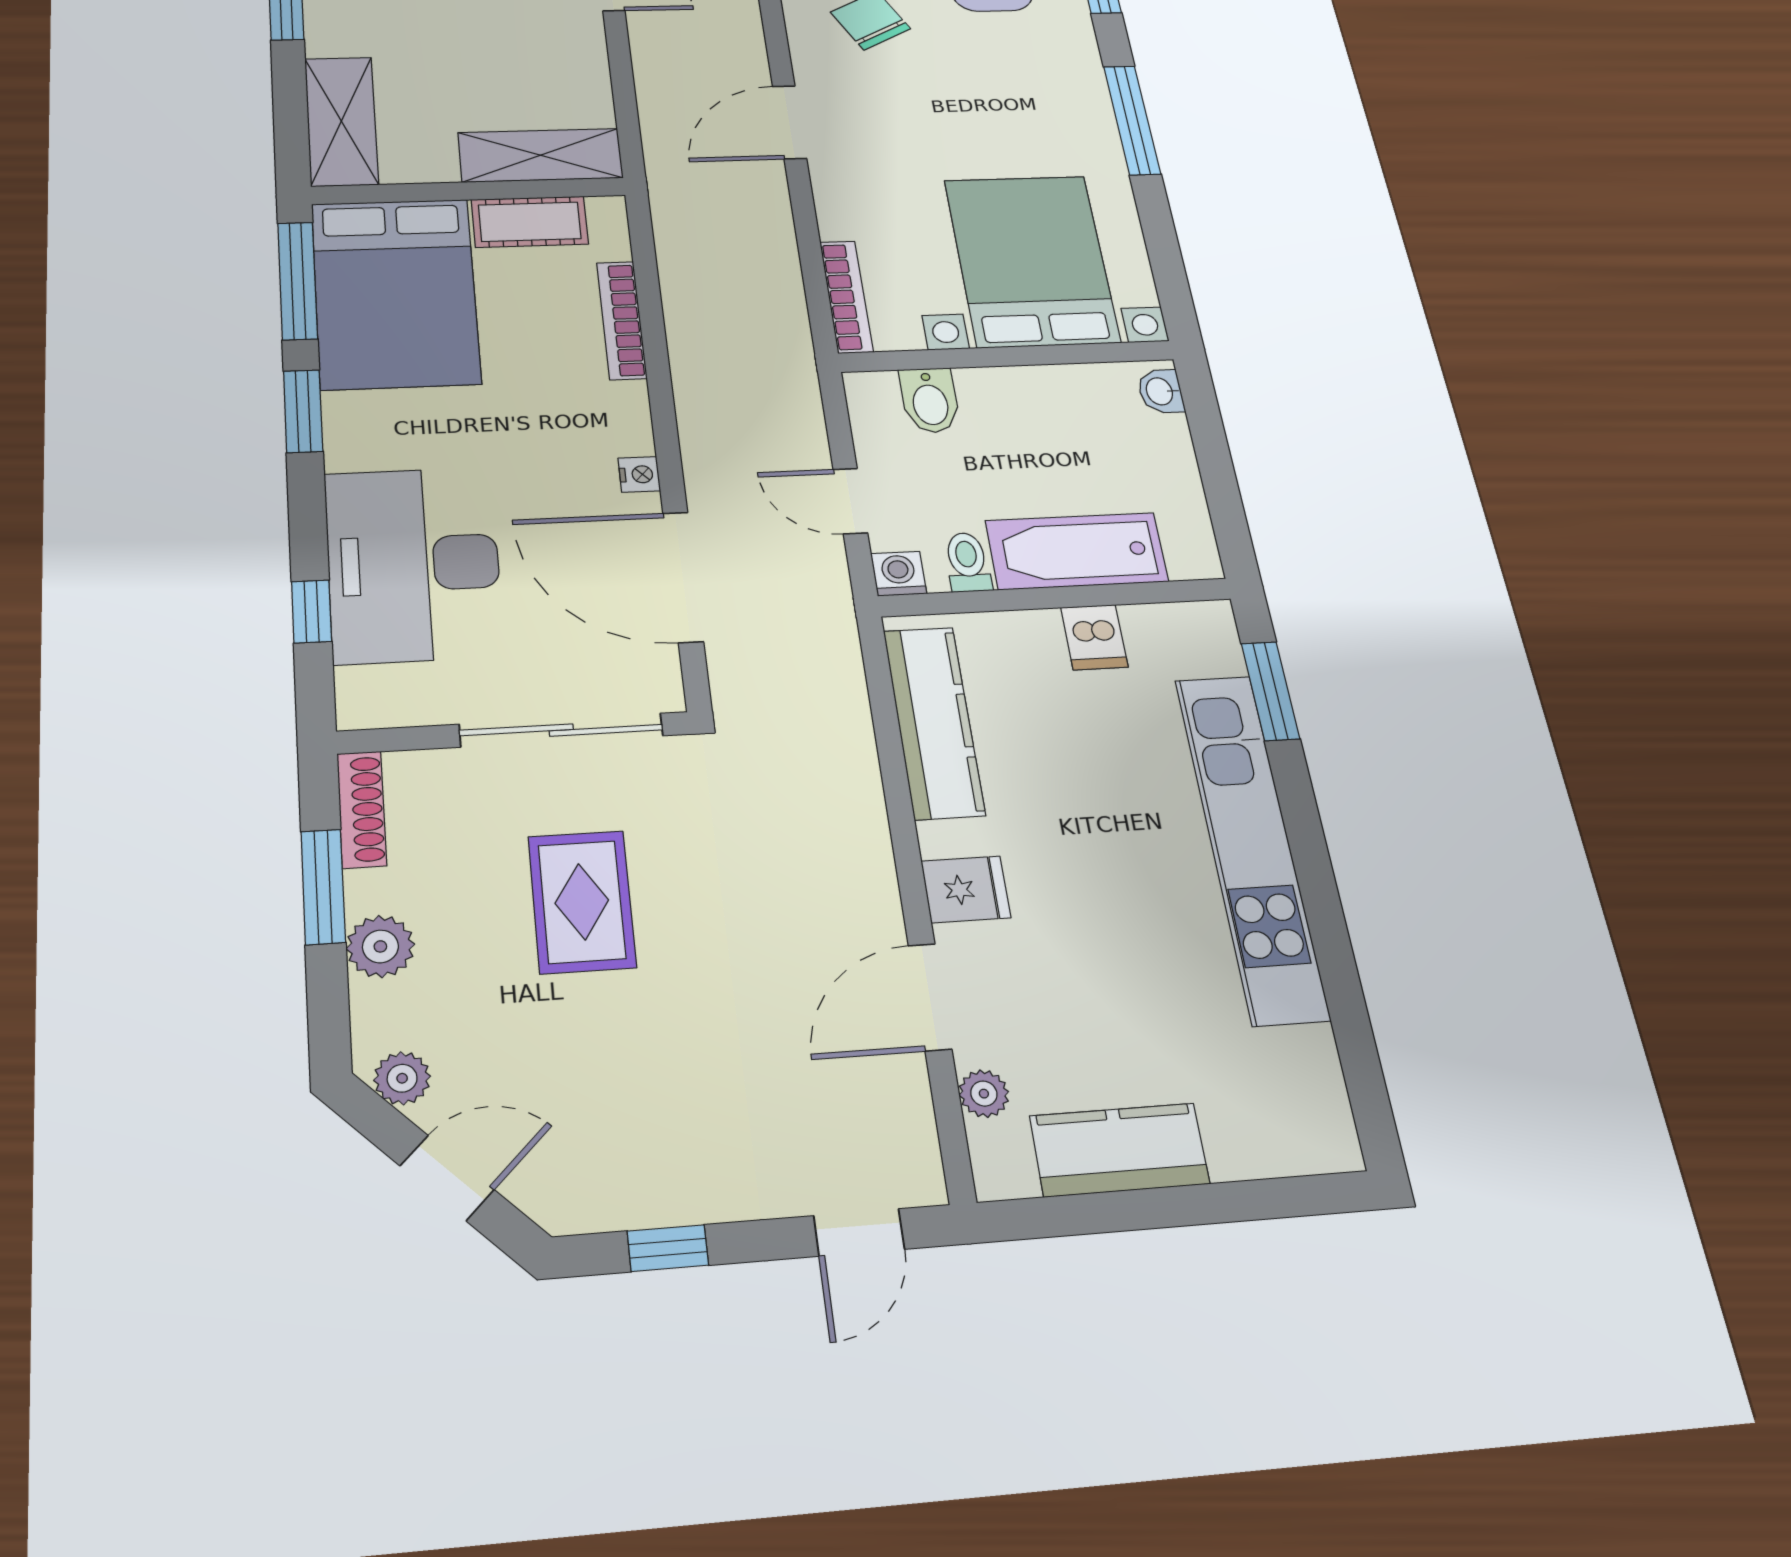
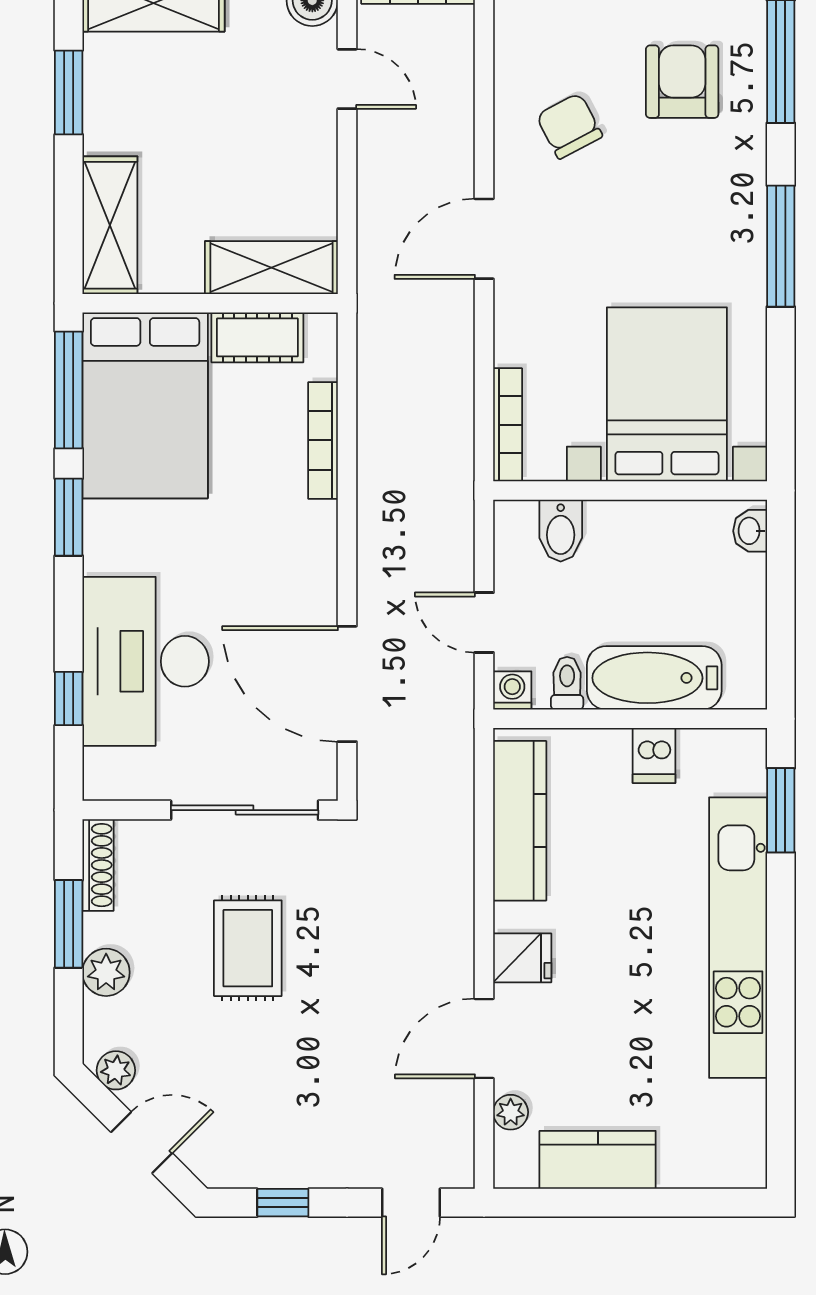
nightstand: (639, 474) -> (323, 589), removed

